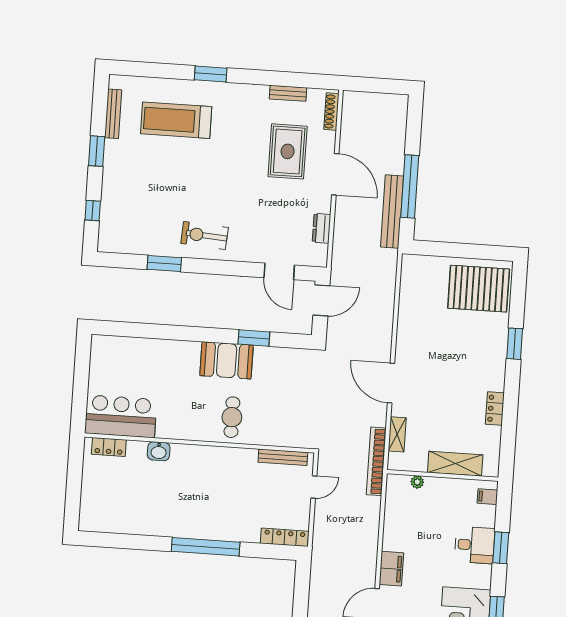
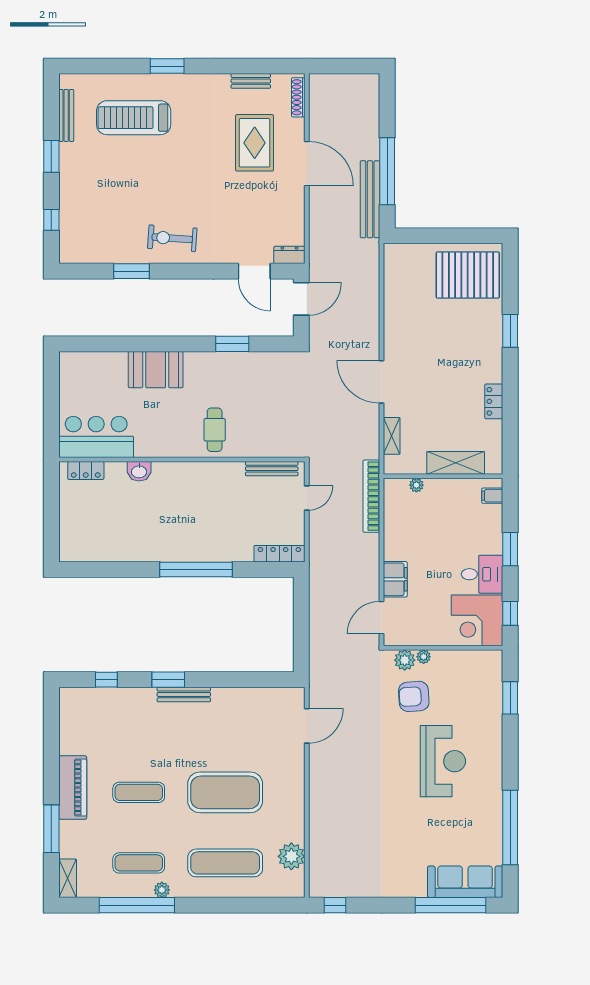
dresser: (322, 228) -> (289, 255), moved, turned 90
booth: (227, 360) -> (156, 370), moved
bookcase: (376, 461) -> (371, 496), moved
desk: (475, 545) -> (482, 574), moved

